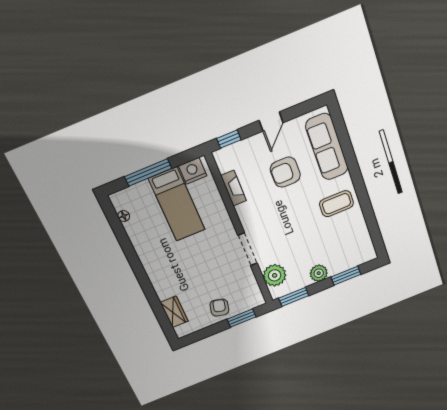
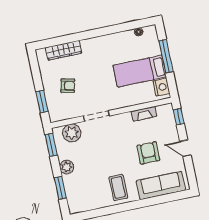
armchair: (219, 308) -> (68, 86), moved
wardrobe: (174, 312) -> (64, 50), width x1.50

